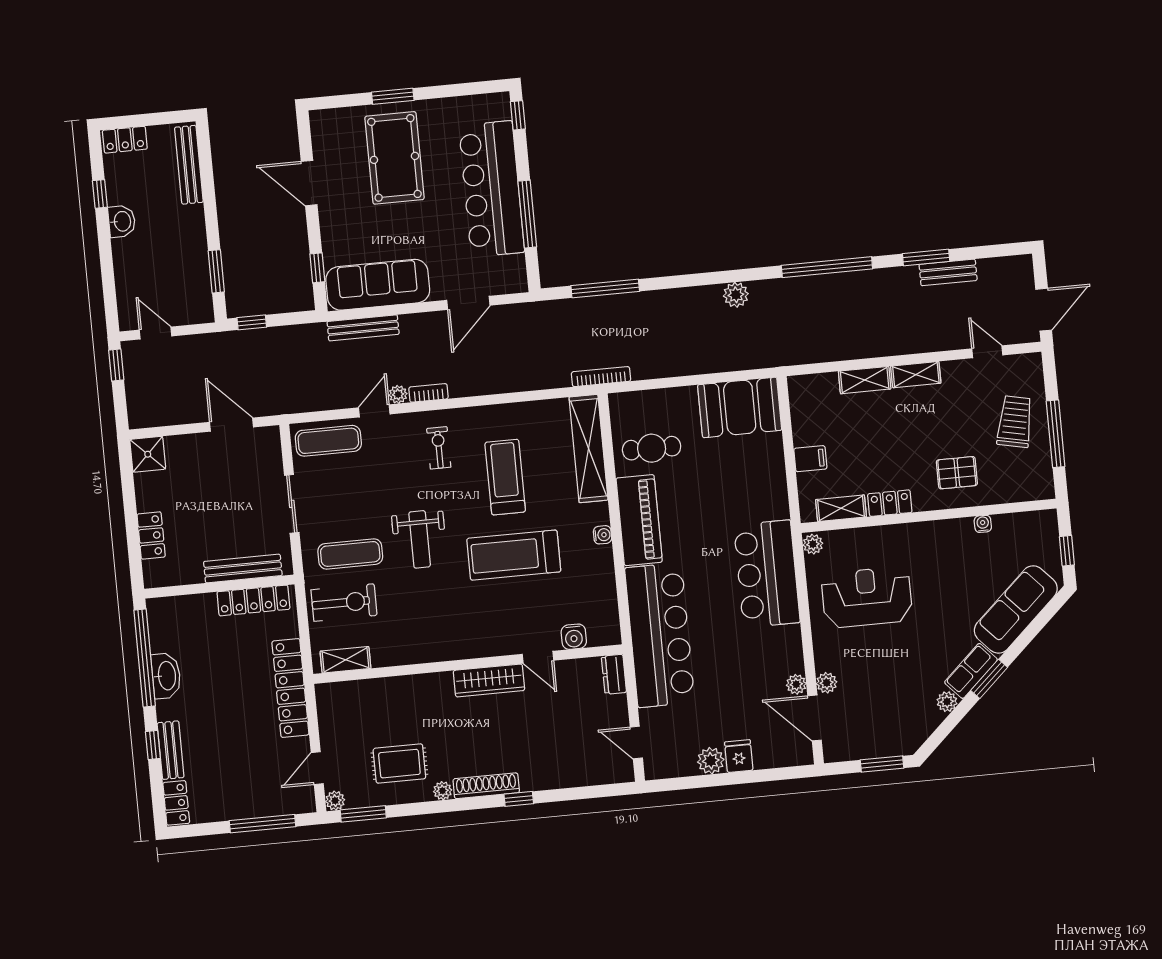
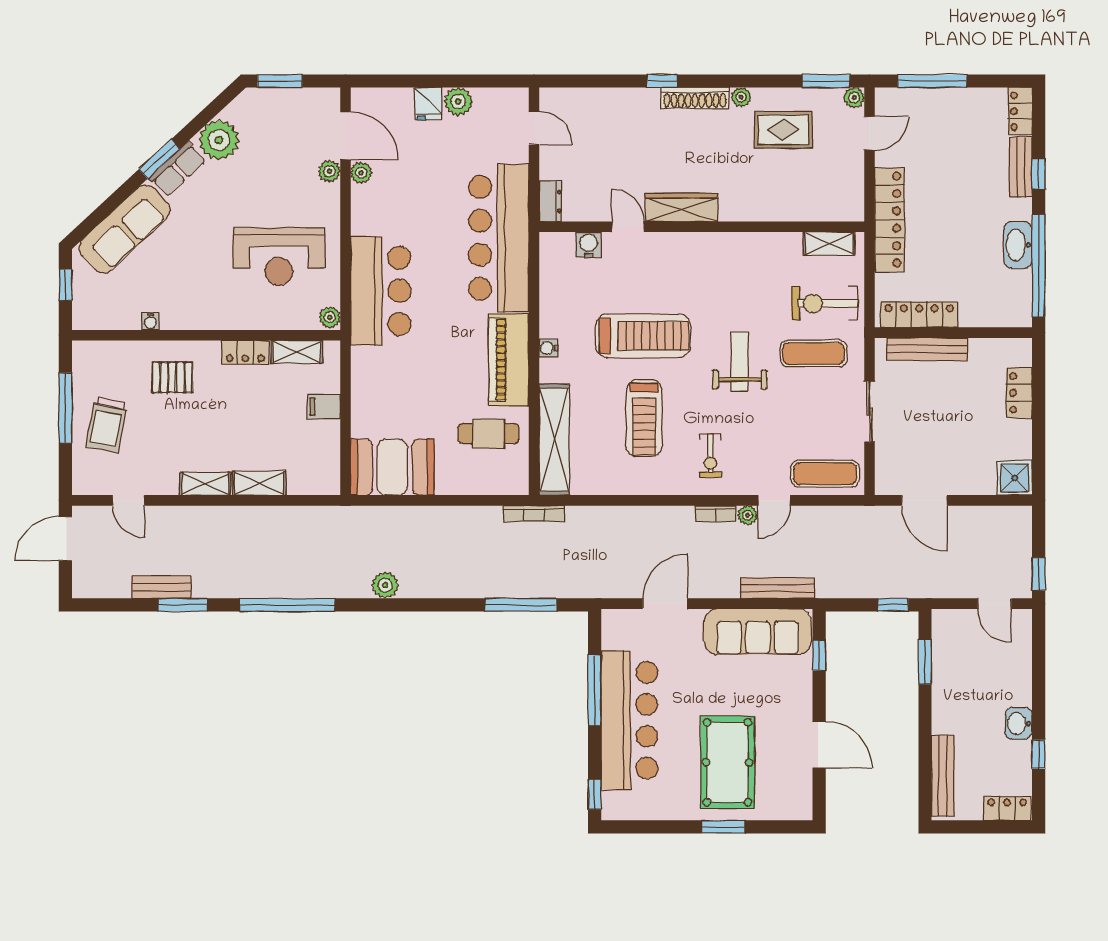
plant: (947, 702) -> (219, 140), width x1.88, depth x1.88

